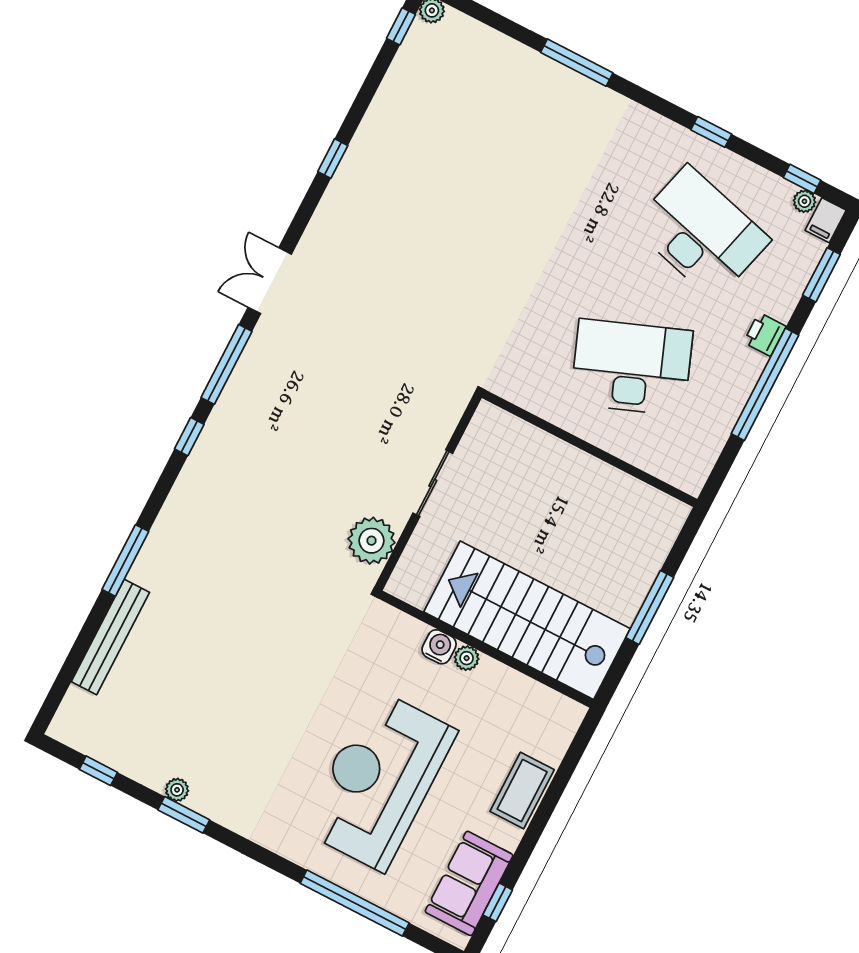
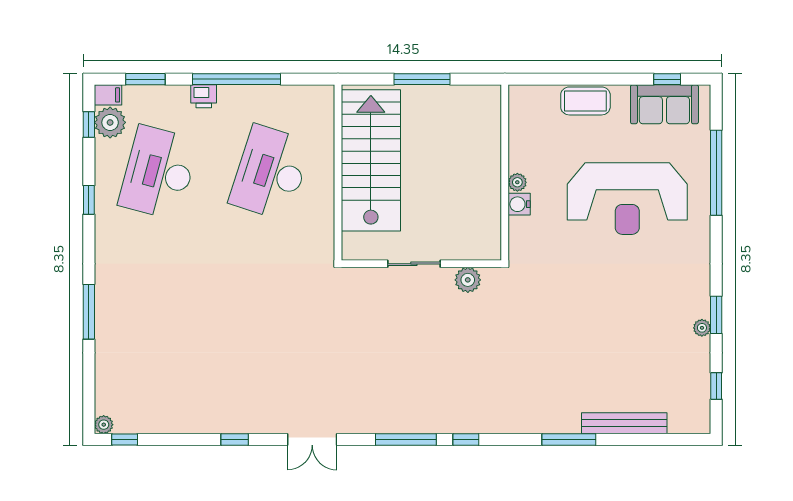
plant: (804, 201) -> (110, 122), width x1.87, depth x1.87
double door: (270, 281) -> (312, 439), moved
desk: (631, 367) -> (270, 173), turned 39
plant: (372, 541) -> (468, 280), width x0.73, depth x0.73
stairs: (527, 620) -> (371, 160), moved, turned 180

